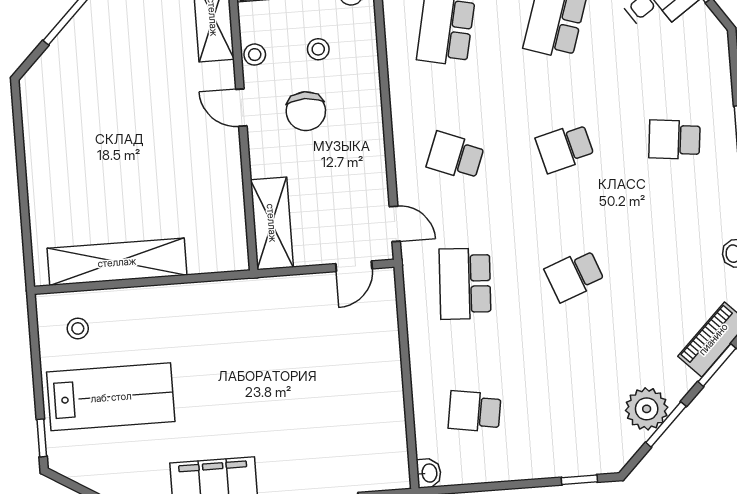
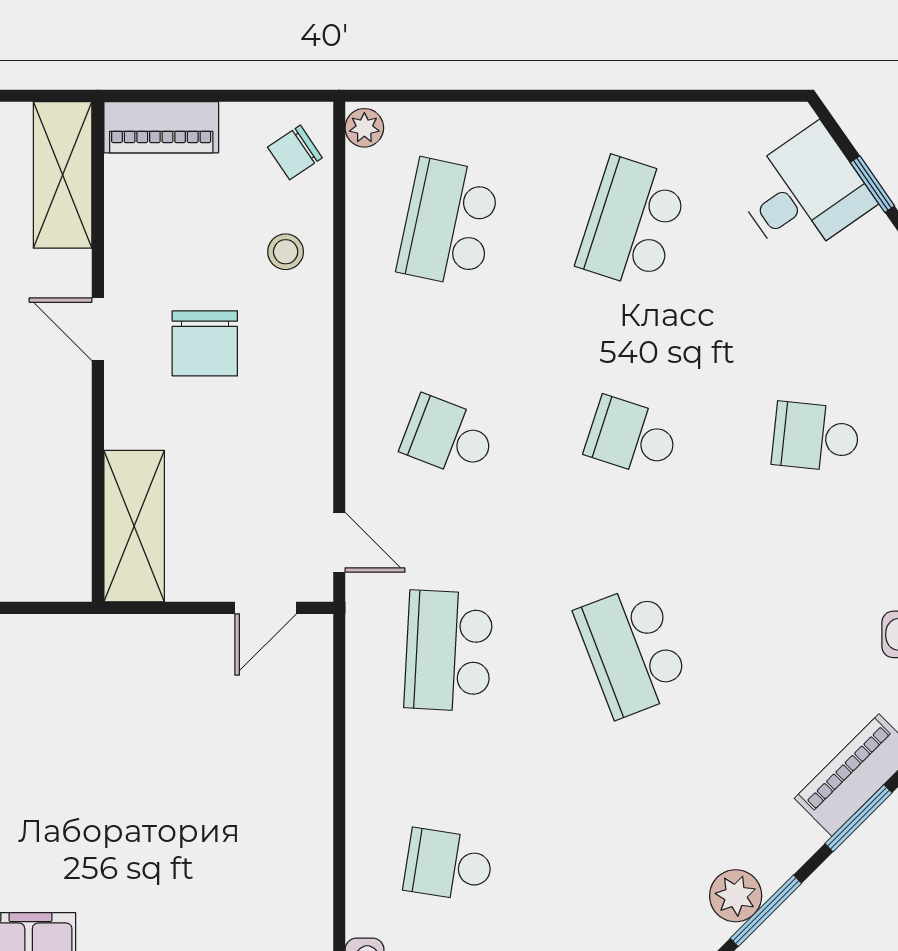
stool: (318, 49) -> (286, 252), moved
stool: (255, 55) -> (127, 243), removed
school desk: (565, 148) -> (632, 437), turned 33
school desk: (575, 275) -> (632, 651), width x1.85
plant: (647, 409) -> (736, 896), width x0.73, depth x0.73

